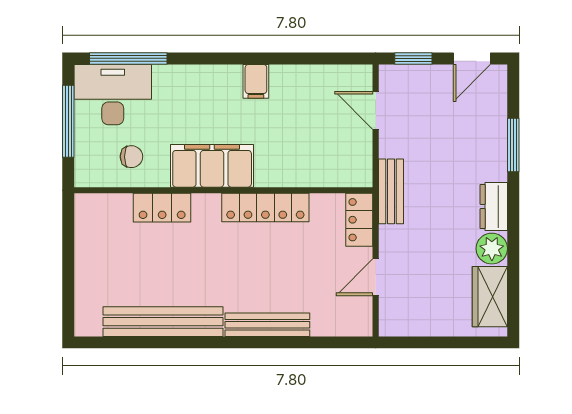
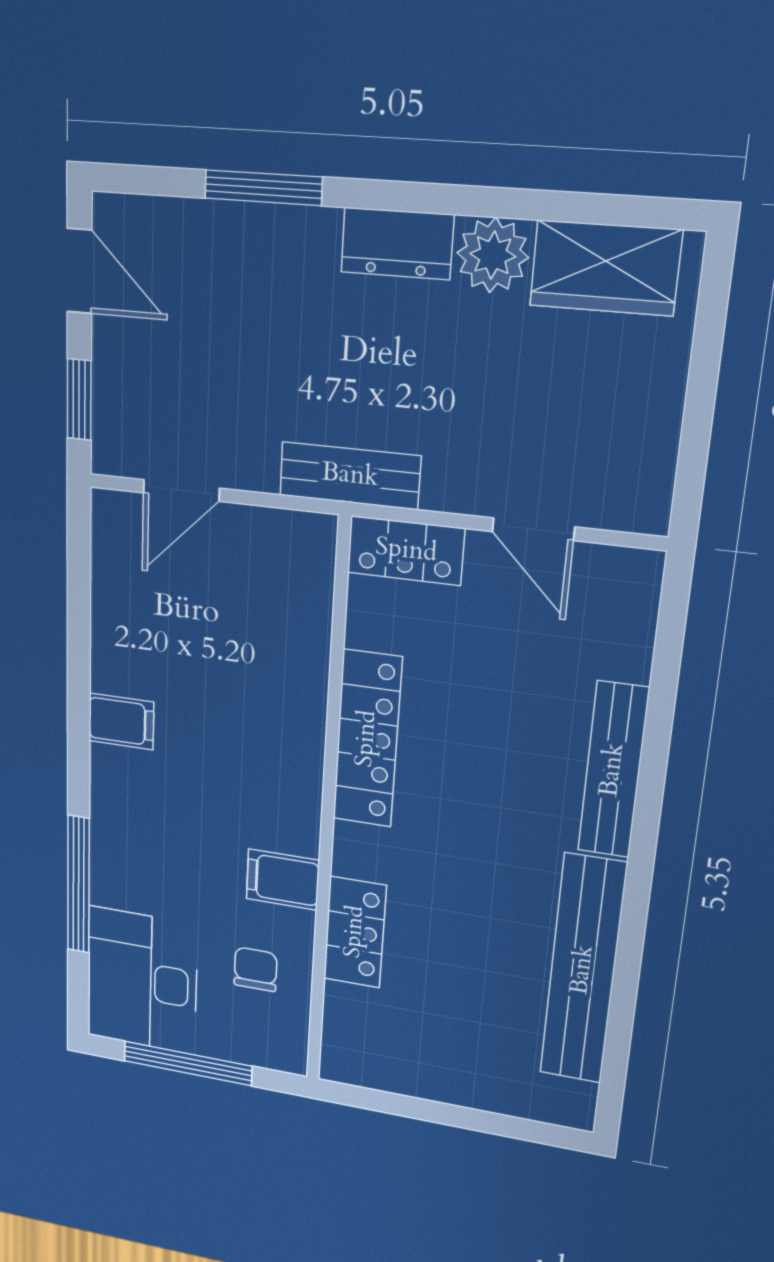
window: (128, 58) -> (78, 885), moved
filing cabinet: (212, 166) -> (283, 880), width x0.33, depth x0.86

